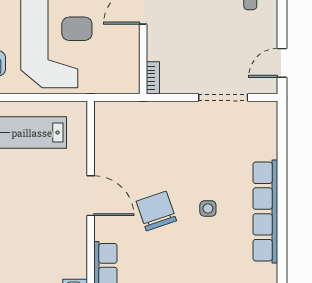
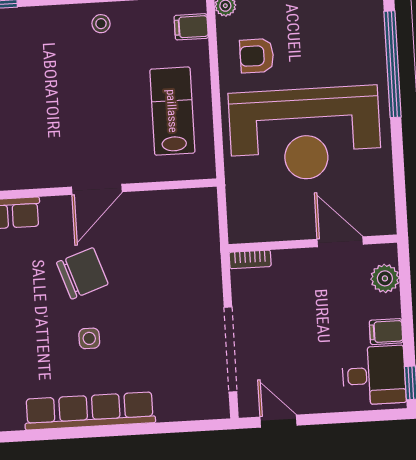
doorway: (223, 98) -> (230, 349), width x1.36

